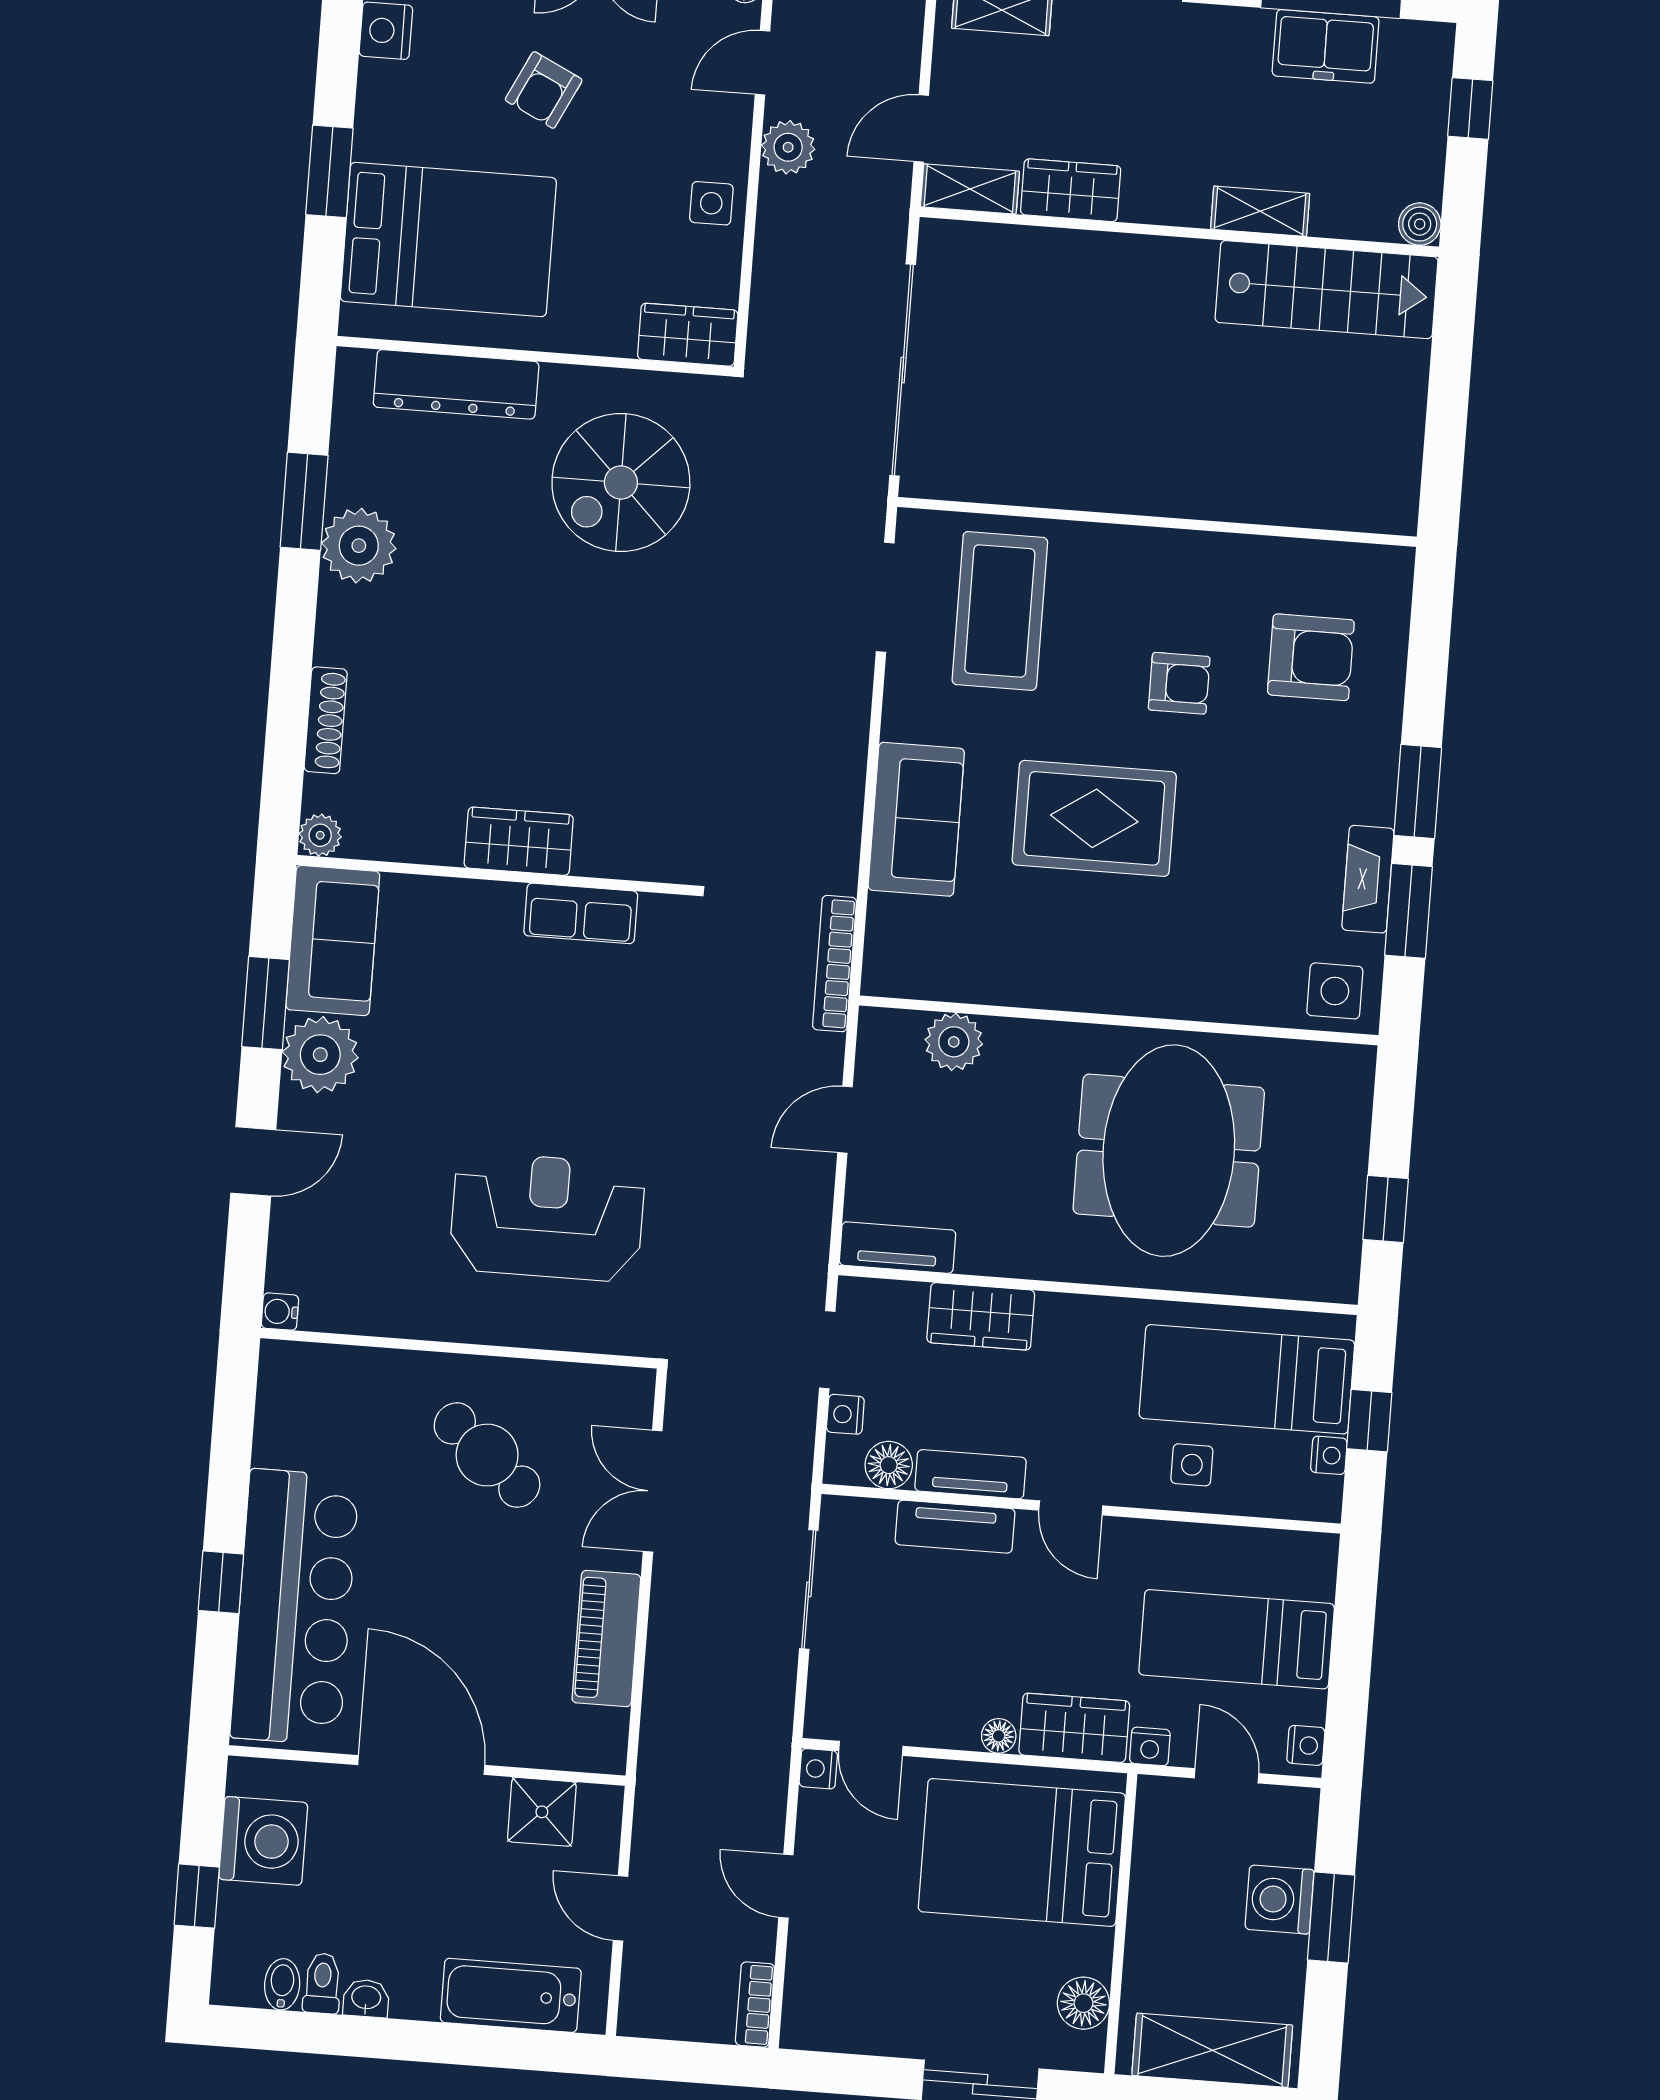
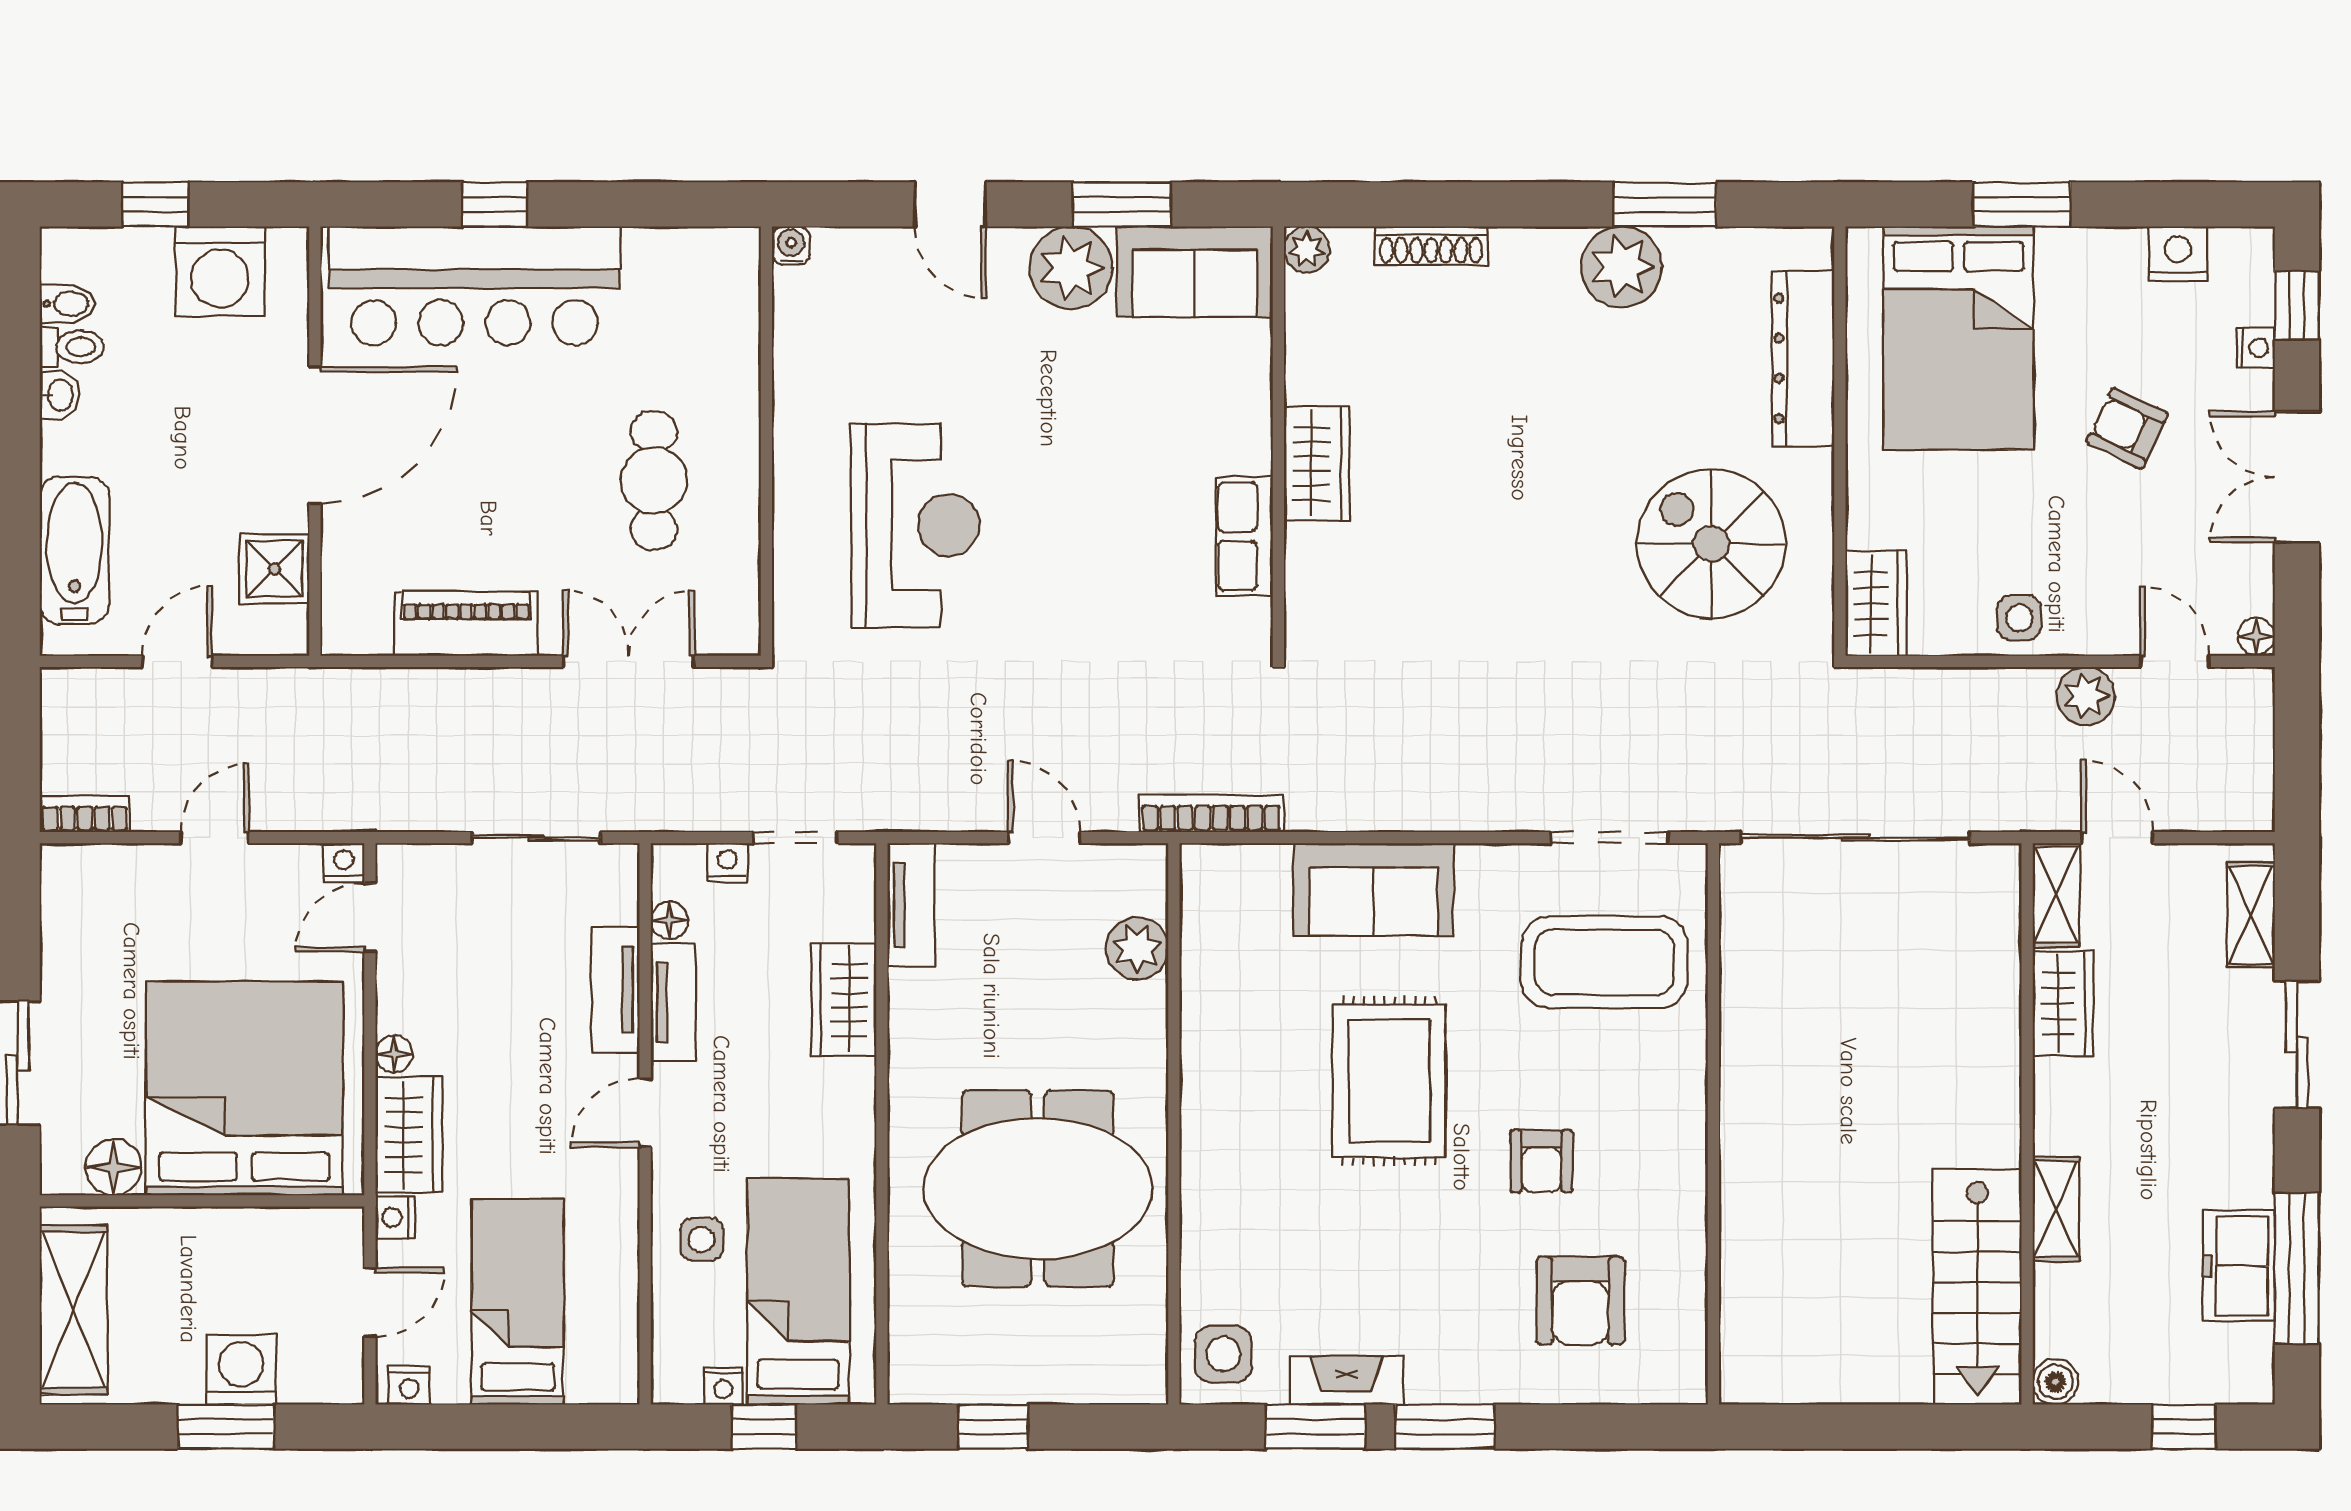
cafe table: (487, 1455) -> (654, 480), turned -40
floor lamp: (889, 1465) -> (669, 920), width x0.73, depth x0.73
bed: (1022, 1852) -> (244, 1089), width x1.36

